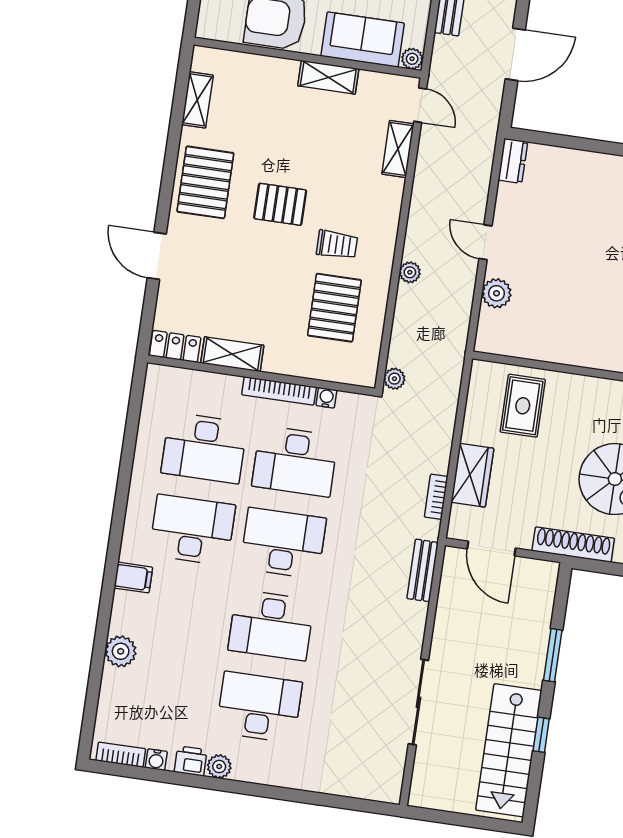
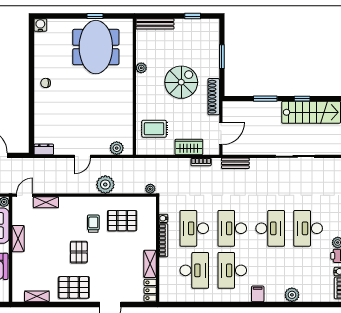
plant: (410, 272) -> (105, 185), width x1.87, depth x1.87
plant: (497, 293) -> (117, 148), moved
desk: (295, 461) -> (194, 228), turned 180

